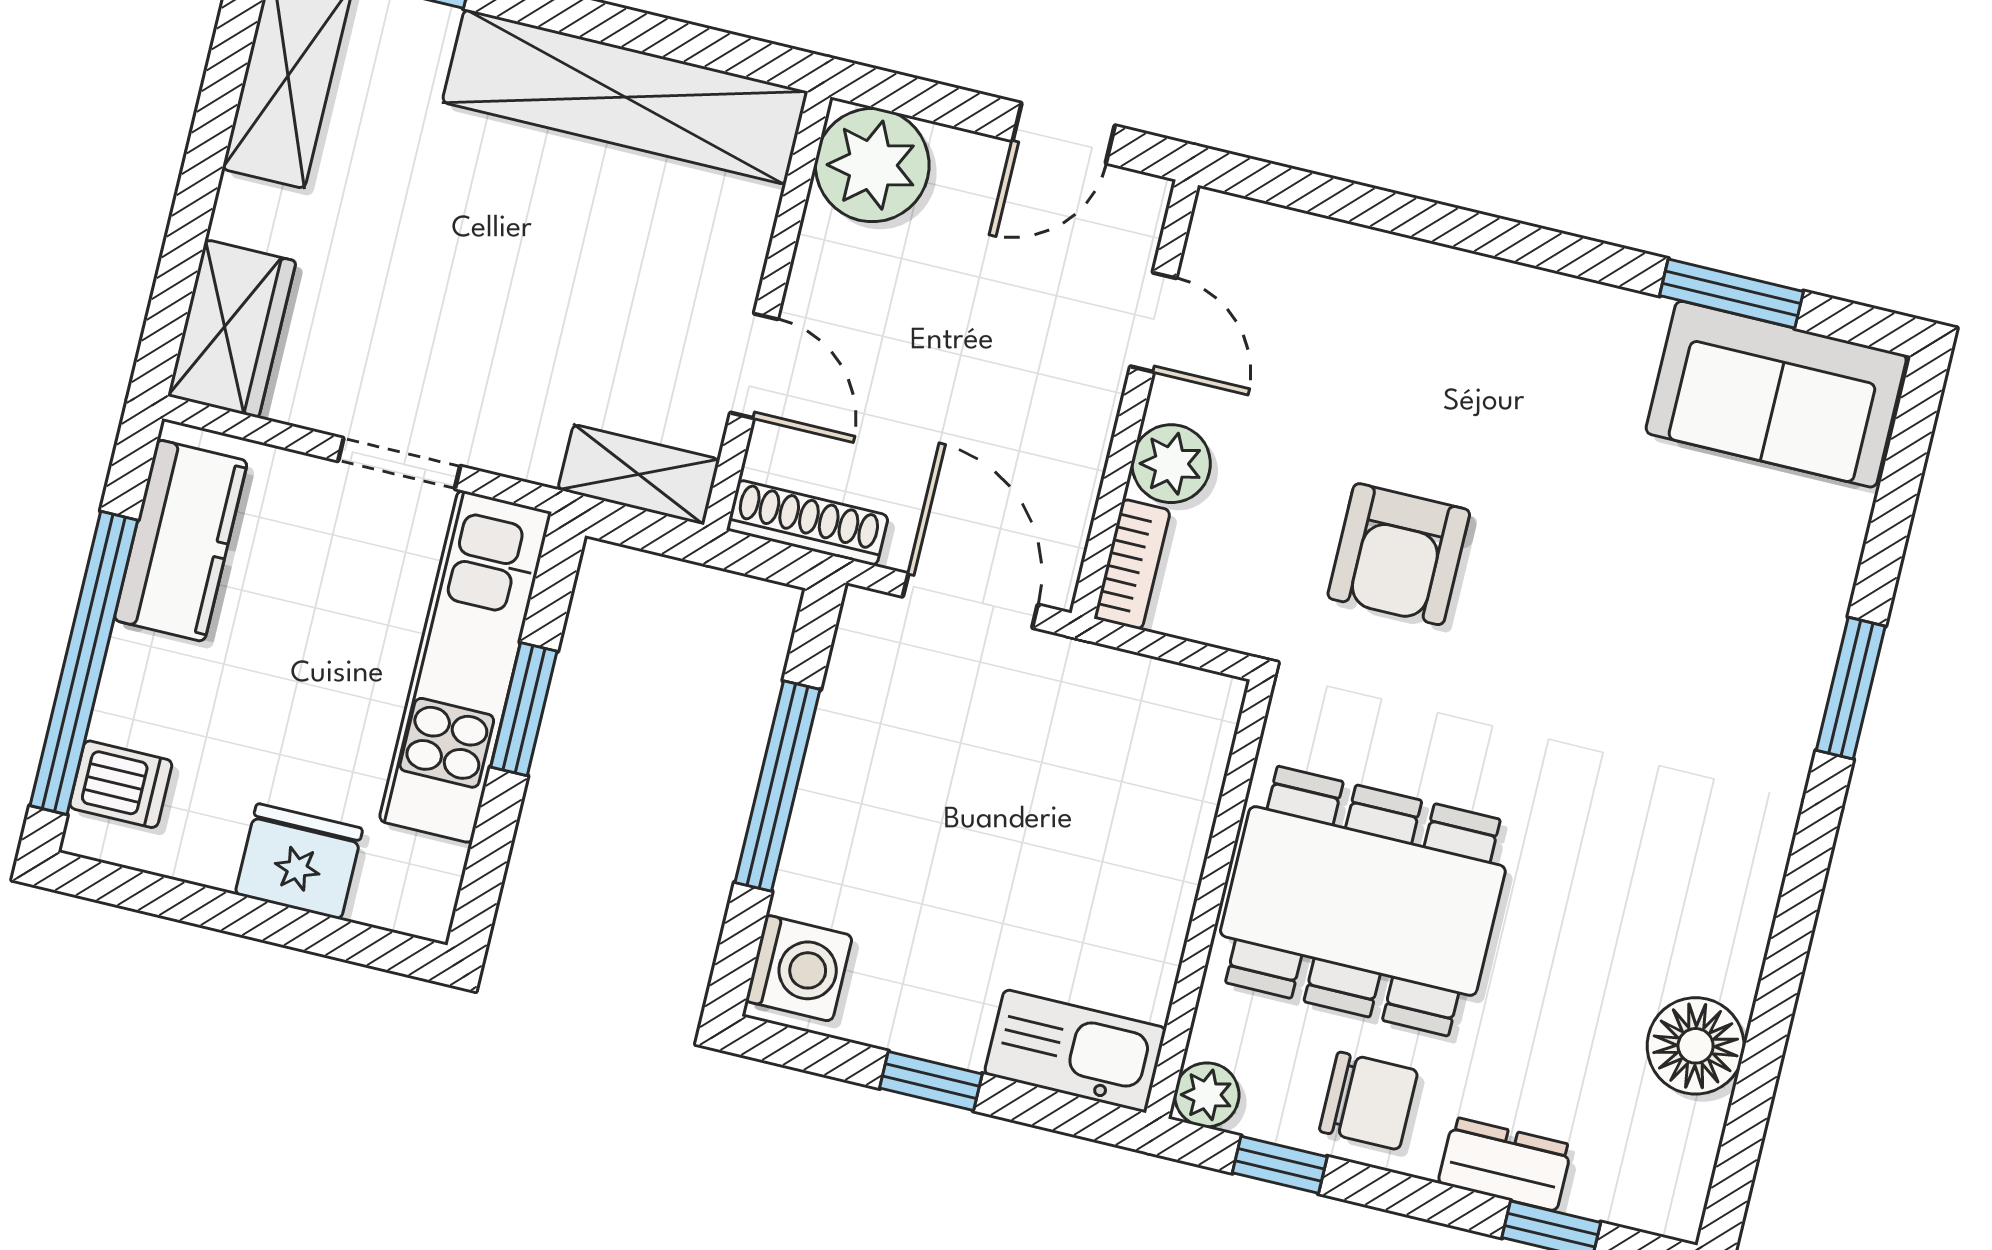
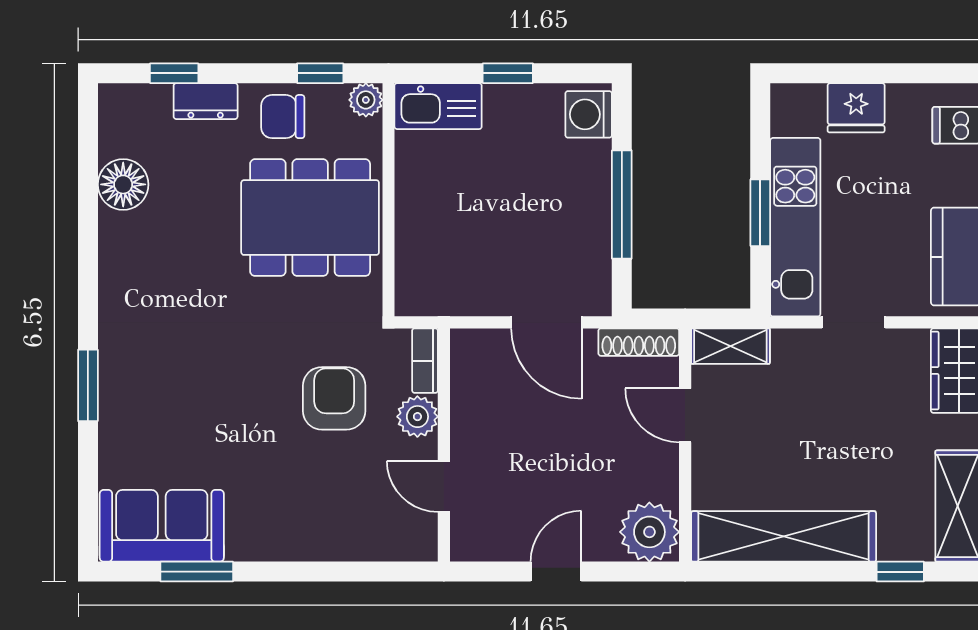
door: (1153, 322) -> (444, 486), moved
wall: (1135, 399) -> (444, 445), moved
plant: (1171, 464) -> (417, 417), moved
bookcase: (1132, 564) -> (425, 361), moved

